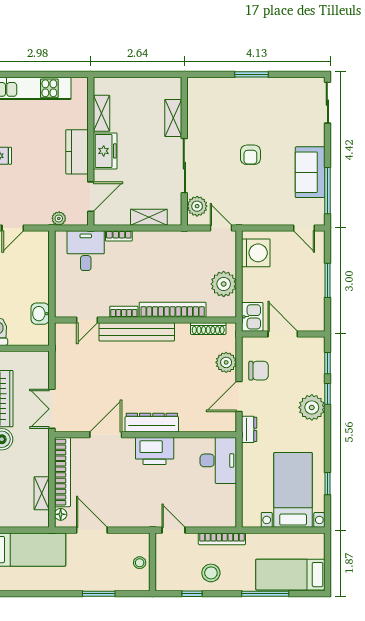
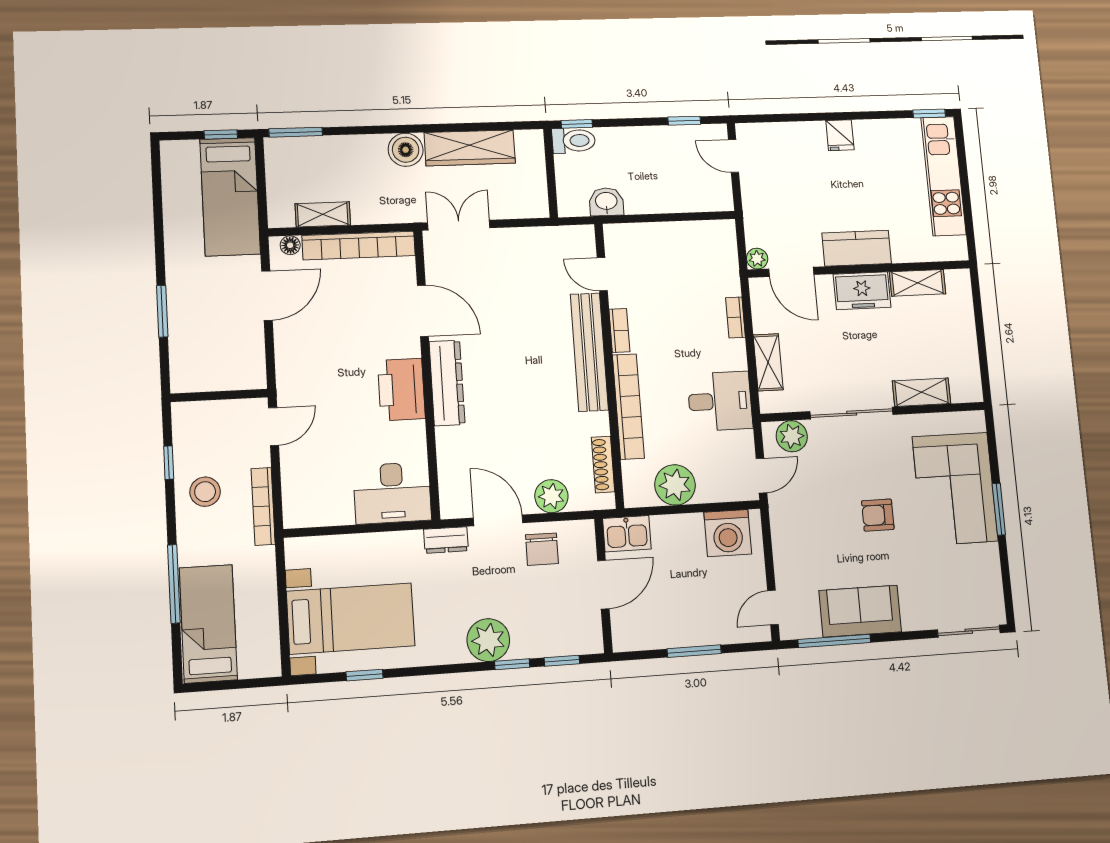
corner sofa: (237, 102) -> (955, 489), added
plant: (59, 218) -> (757, 259), moved
desk: (86, 251) -> (720, 401), moved
stool: (140, 563) -> (217, 375), removed

